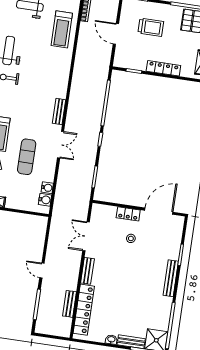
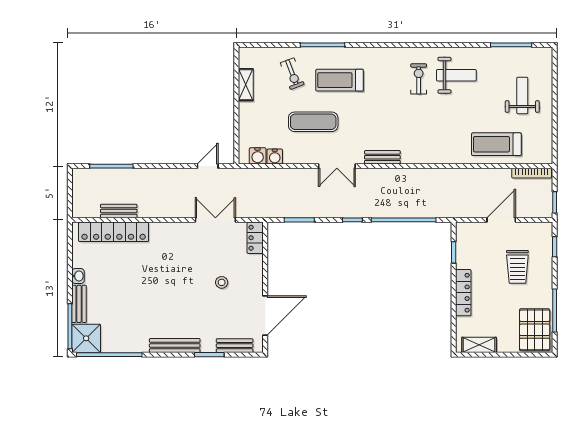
door: (159, 211) -> (265, 315), hinge flipped
locker: (128, 214) -> (255, 238), moved
door: (42, 271) -> (208, 166), moved
bench: (87, 271) -> (235, 346), moved

